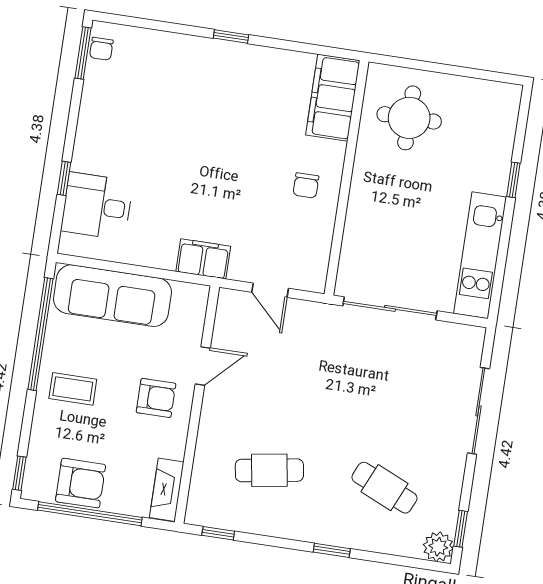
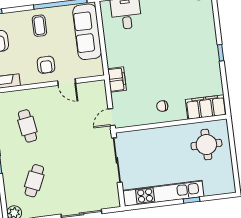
kitchen unit: (480, 255) -> (163, 193), width x1.36
filing cabinet: (203, 259) -> (117, 80), moved
door: (270, 290) -> (112, 117), moved

